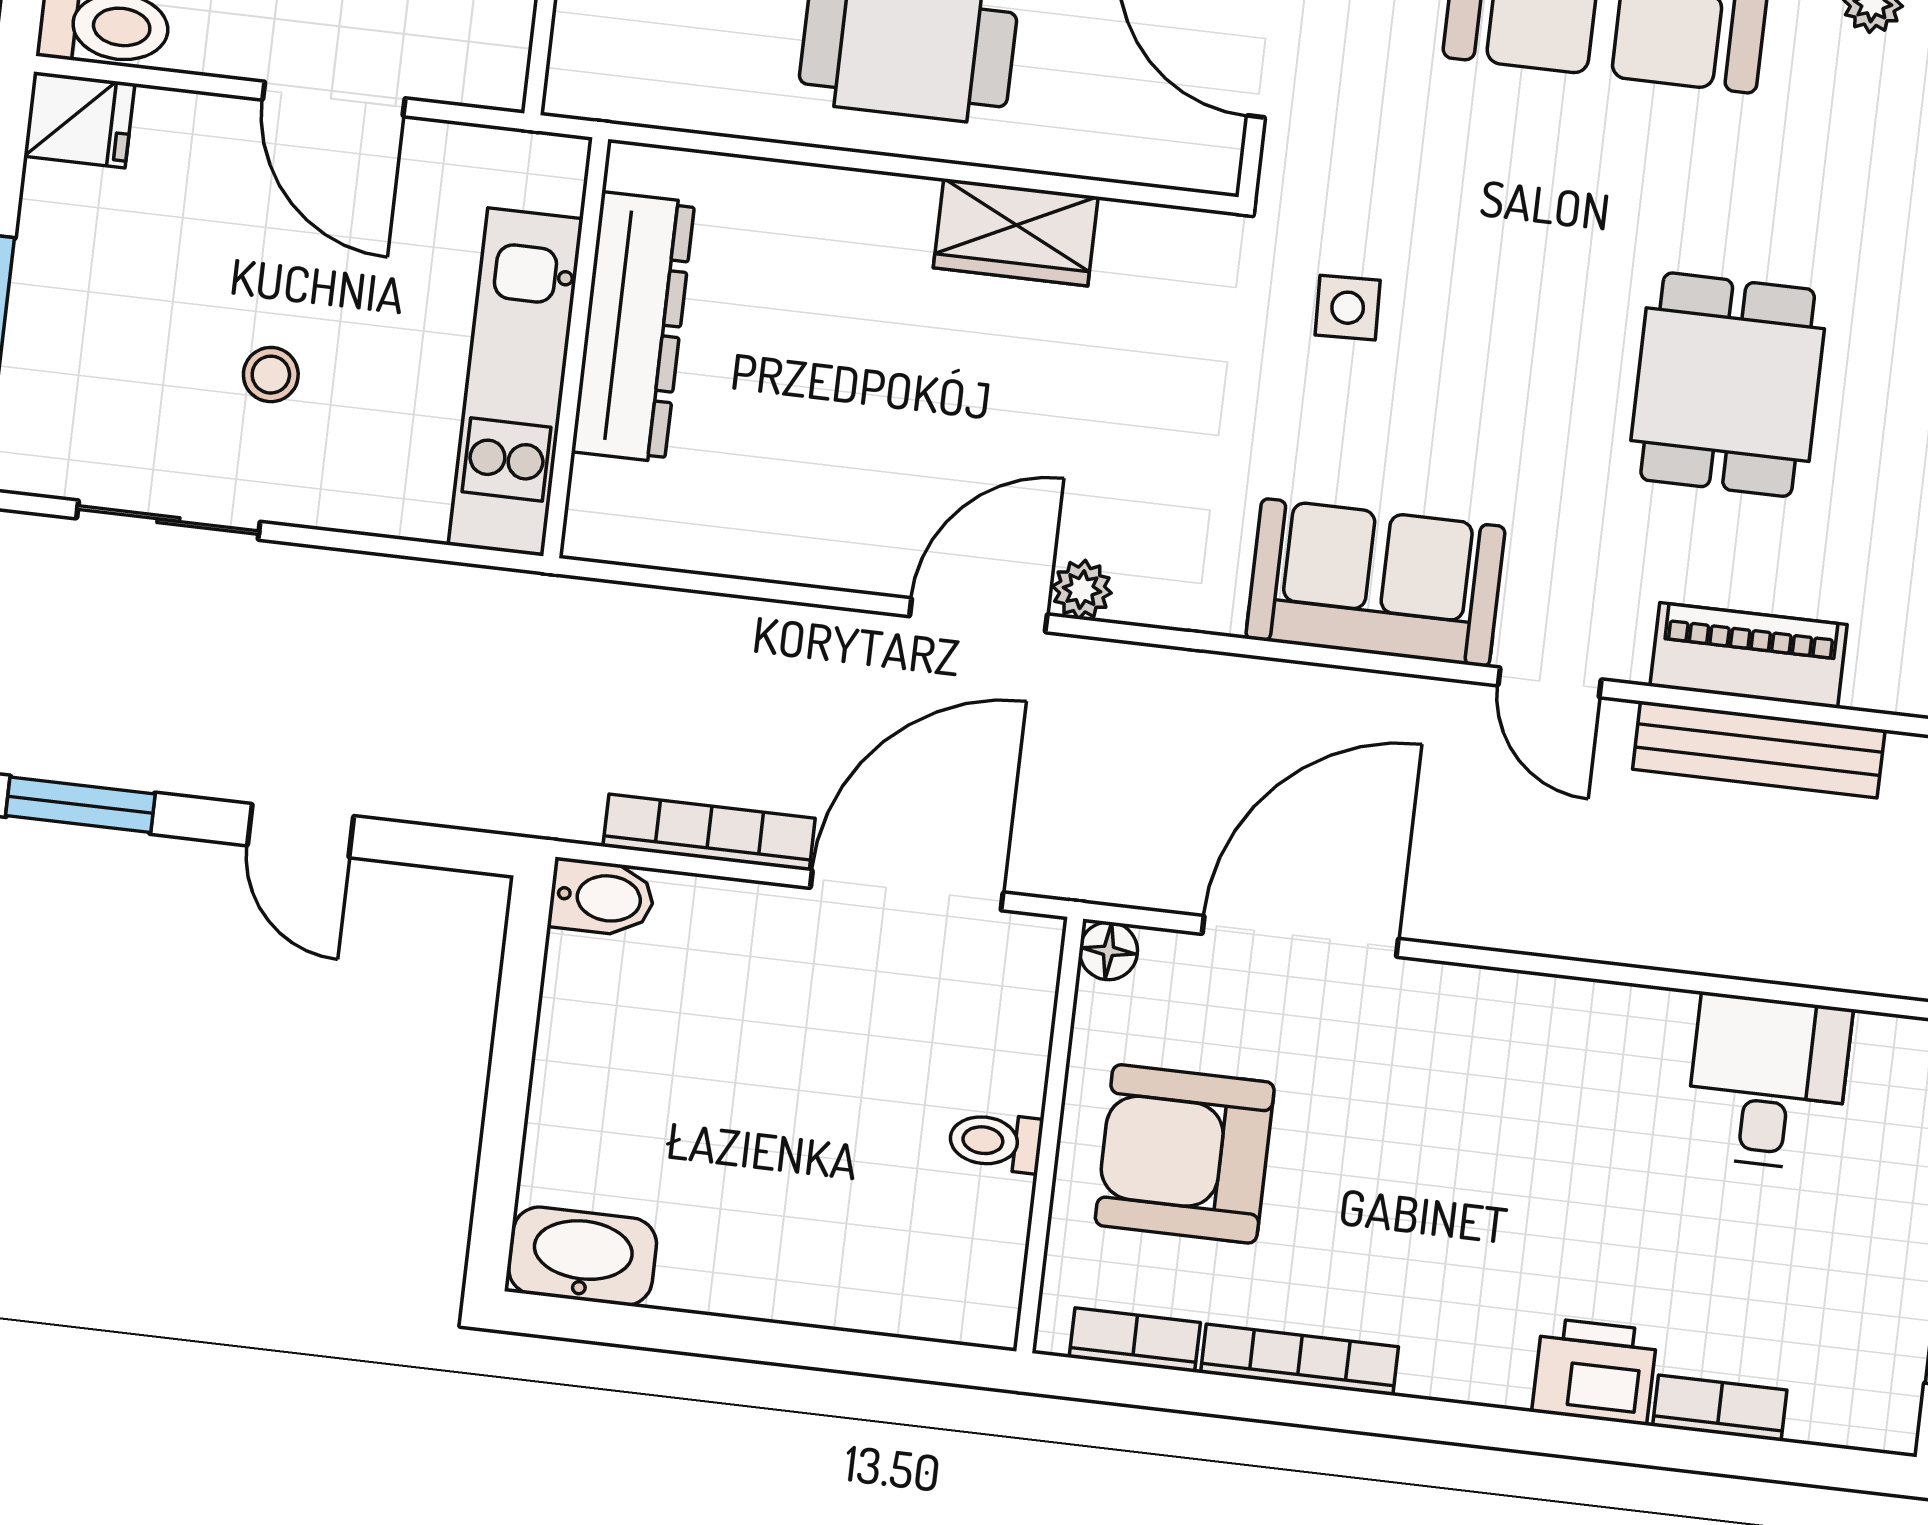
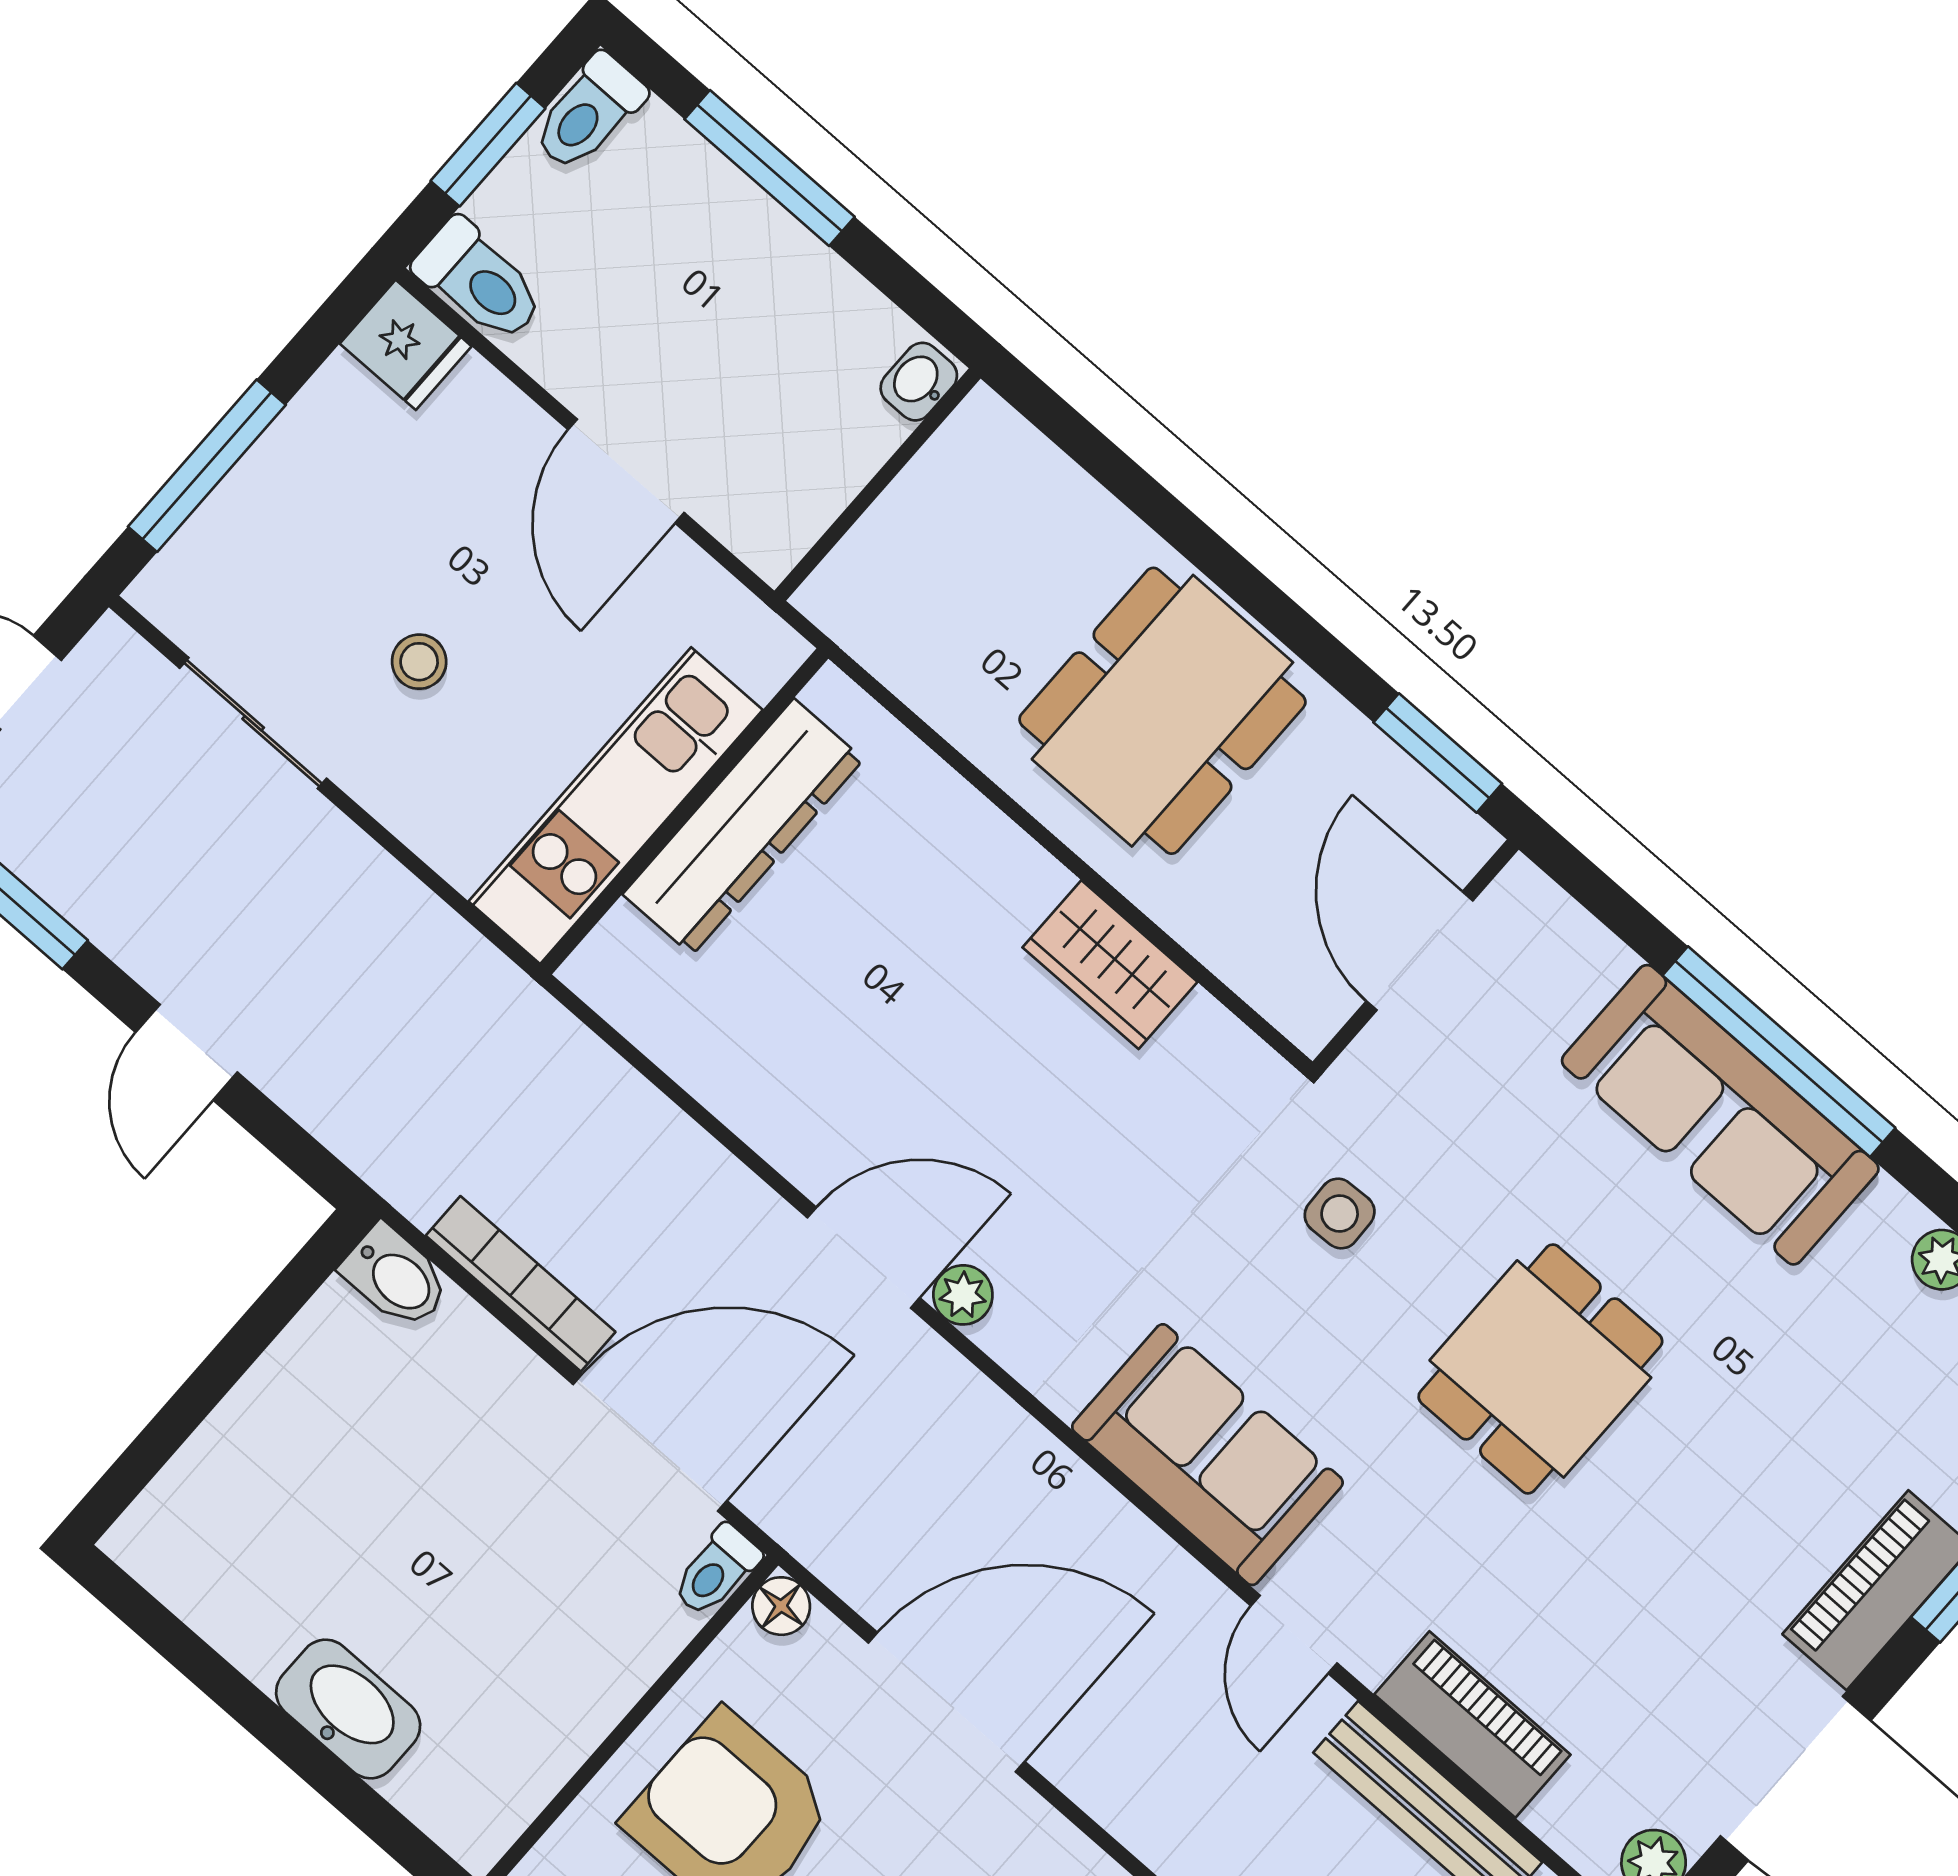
dining table: (1728, 385) -> (1540, 1369), moved
toilet: (996, 1142) -> (716, 1571), moved, turned -90
washbasin: (583, 1256) -> (348, 1709), moved

